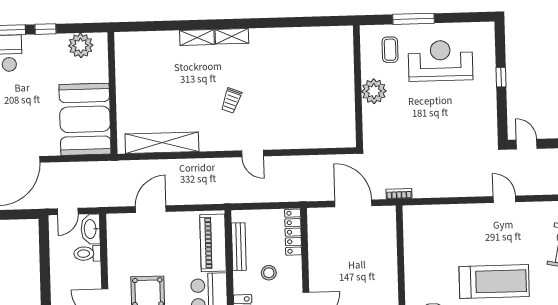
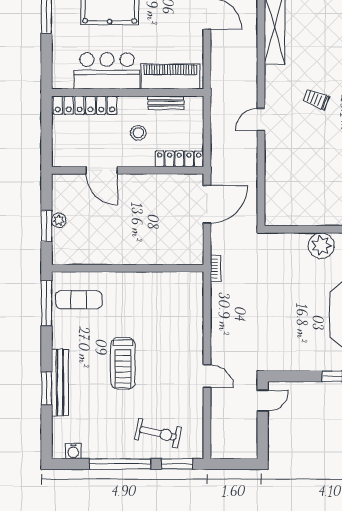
door: (504, 199) -> (207, 376), hinge flipped
door: (353, 203) -> (207, 204), moved
bench: (239, 247) -> (166, 103), width x0.73
treadmill: (494, 281) -> (123, 363), width x0.73, depth x0.73

